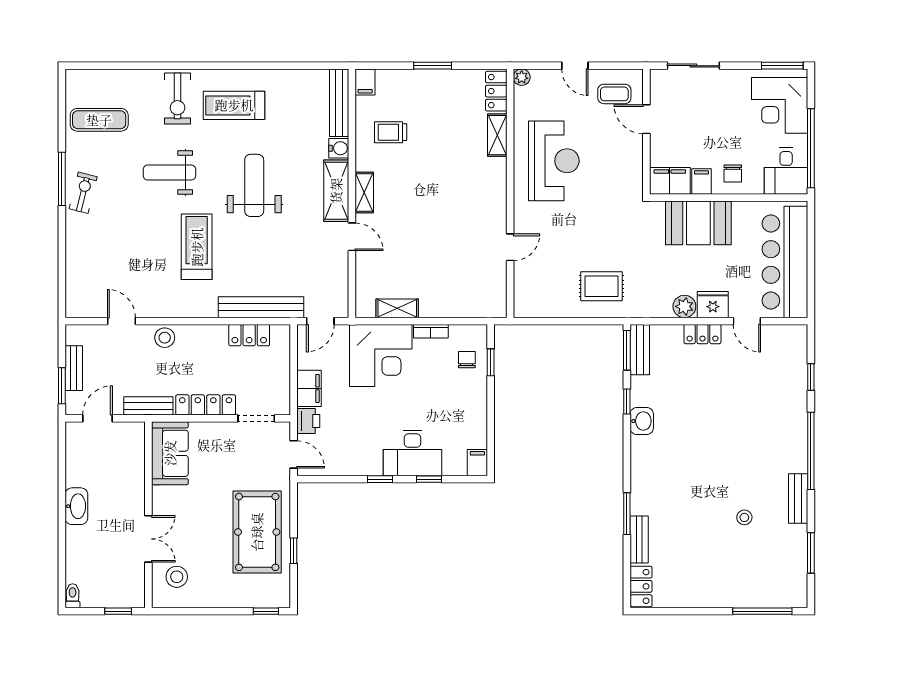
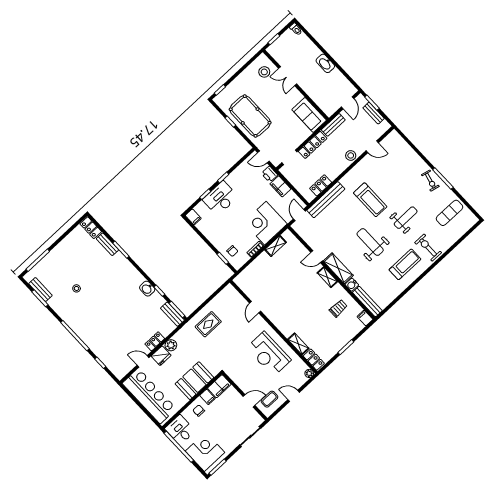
weight bench: (254, 185) -> (370, 242), turned 180
bench: (798, 498) -> (40, 290), moved

